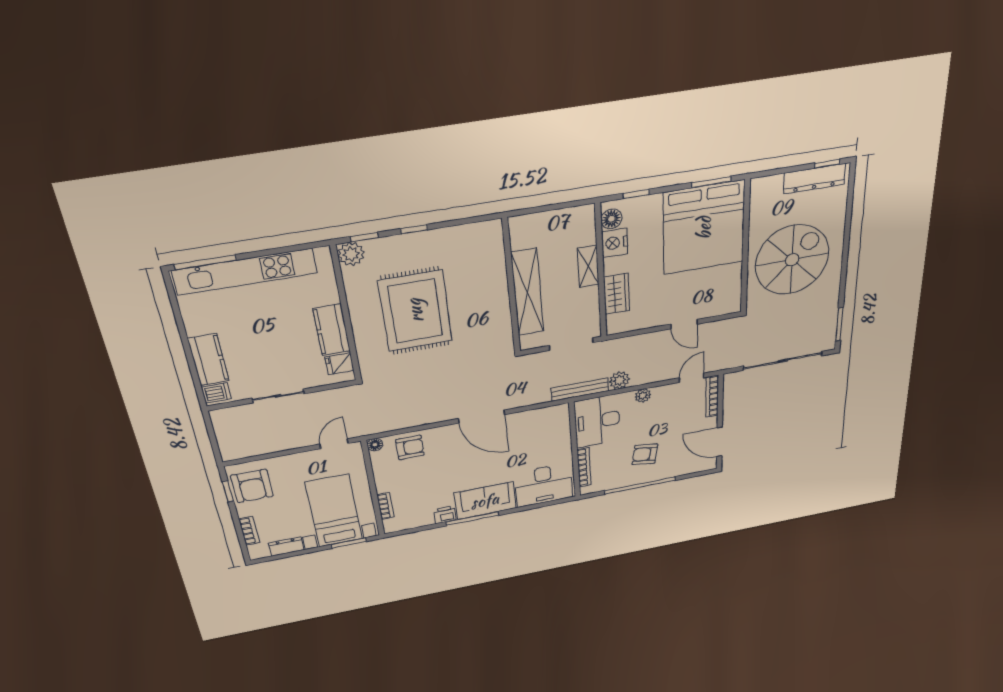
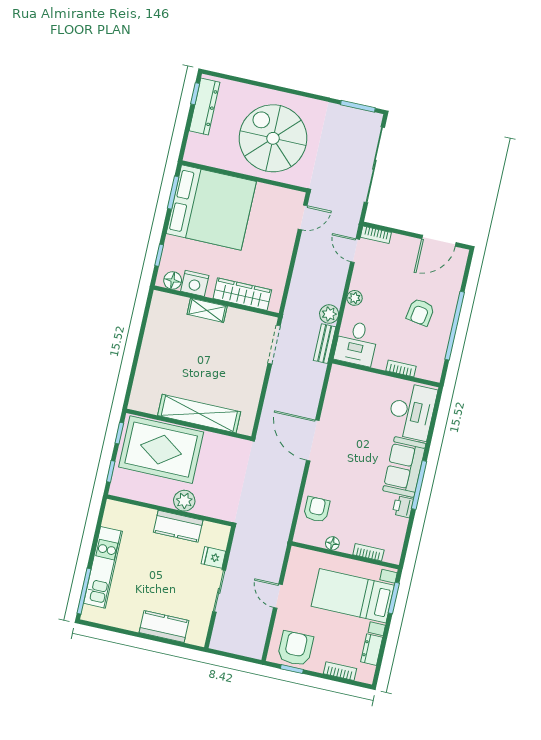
plant: (351, 254) -> (184, 501), moved
kitchen unit: (245, 272) -> (103, 567), width x0.73
wall: (511, 287) -> (189, 425), moved
shelving: (527, 292) -> (199, 414), moved
wardrobe: (617, 294) -> (242, 294), width x1.50
rug: (415, 311) -> (161, 450), moved
door: (684, 324) -> (303, 217), moved
fridge: (339, 364) -> (213, 557), moved, turned 90
bench: (580, 390) -> (325, 344), width x0.73
dishwasher: (216, 393) -> (196, 635), removed
bookcase: (712, 396) -> (376, 235), width x0.64
door: (481, 417) -> (313, 440), swing flipped
desk: (597, 421) -> (356, 343), width x0.73
door: (334, 444) -> (278, 596), moved
floor lamp: (375, 445) -> (332, 543), moved
bookcase: (584, 467) -> (401, 368), width x0.64
armchair: (252, 486) -> (295, 648), turned -90

